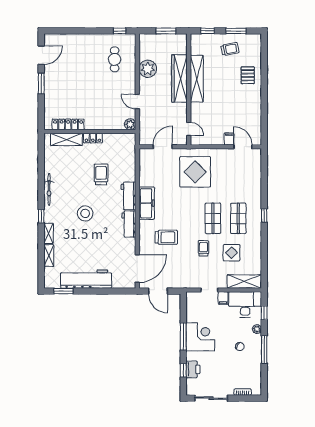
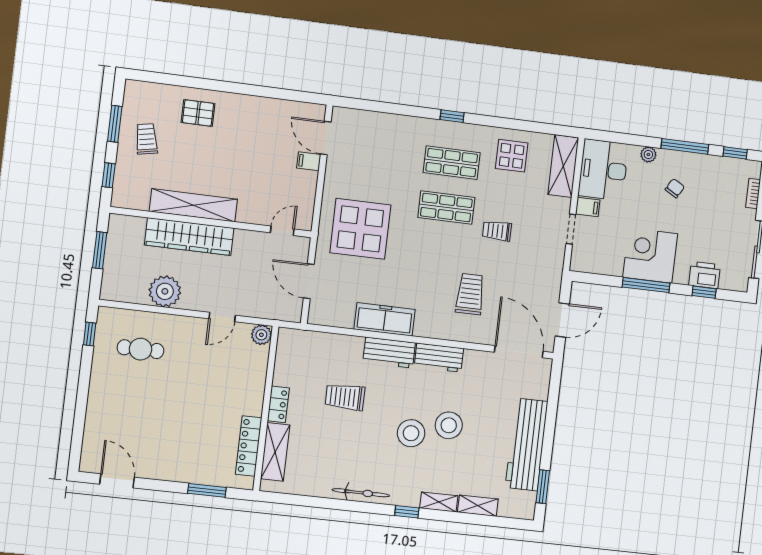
window: (41, 84) -> (207, 490), moved
door: (243, 147) -> (326, 138), hinge flipped
freezer: (147, 203) -> (384, 319), moved
stool: (92, 234) -> (449, 425), added
display table: (232, 253) -> (512, 156), moved
window: (264, 313) -> (735, 153), moved

